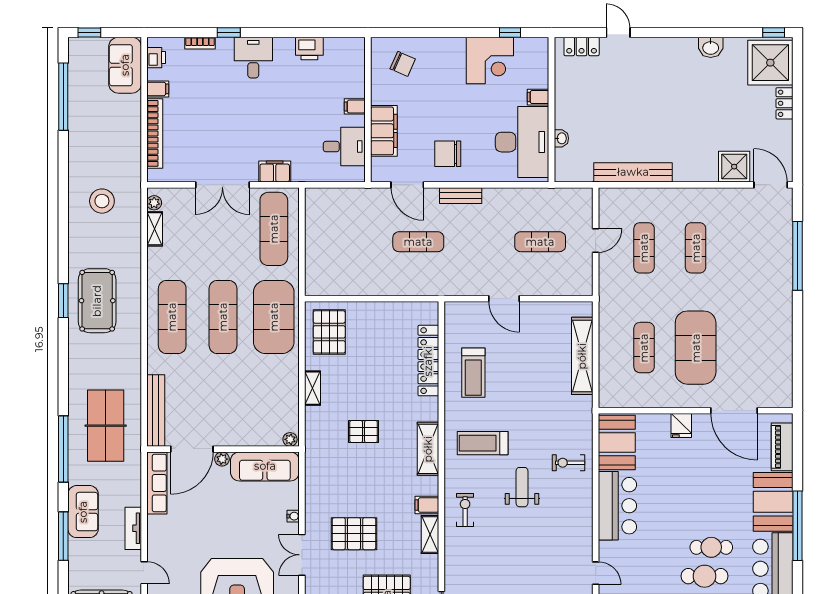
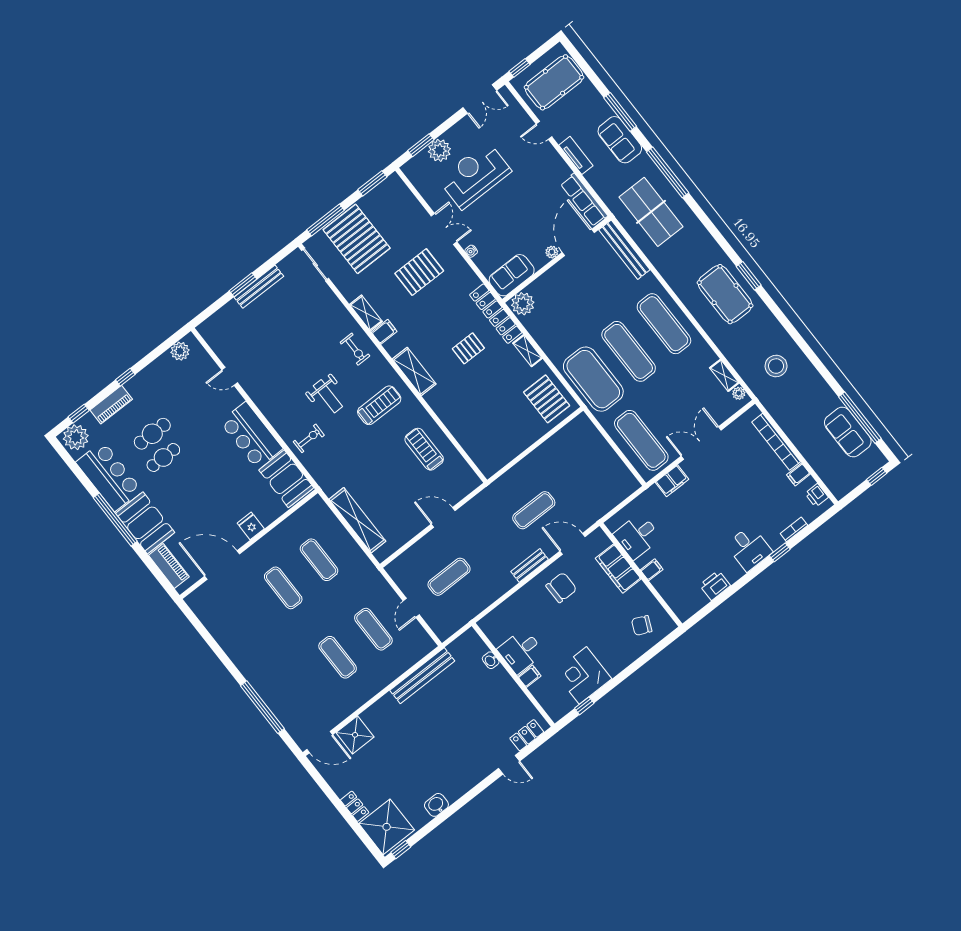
sofa: (125, 65) -> (848, 432), moved, turned 180
desk: (522, 142) -> (521, 651), width x0.53, depth x0.77
exercise mat: (696, 348) -> (283, 588), width x0.50, depth x0.69
locker: (428, 361) -> (496, 314), moved, turned 180
plant: (290, 439) -> (523, 304), width x1.88, depth x1.88
sofa: (265, 466) -> (512, 275), width x0.73

